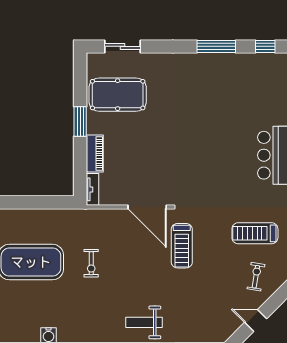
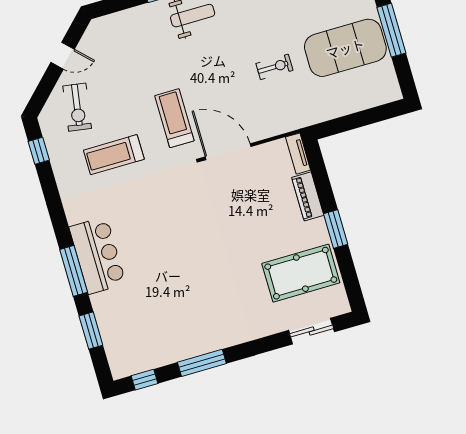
treadmill: (255, 233) -> (114, 155), moved, turned 180
exercise bike: (91, 263) -> (274, 67), turned 90
exercise bike: (256, 277) -> (77, 107), width x1.38, depth x1.39

